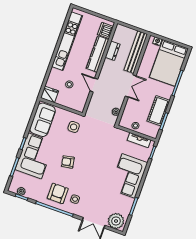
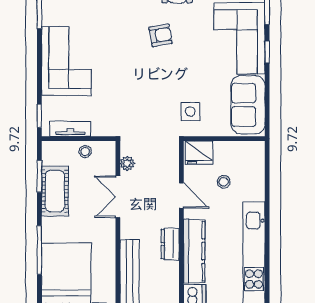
dresser: (113, 51) -> (170, 244), moved
double door: (131, 86) -> (118, 197), moved
fridge: (50, 94) -> (199, 153), moved
armchair: (68, 162) -> (161, 35), moved

